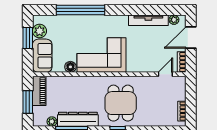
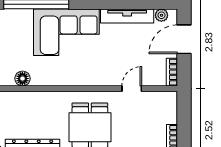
corner sofa: (101, 55) -> (66, 32), moved, turned 180
door: (165, 74) -> (132, 89), moved

